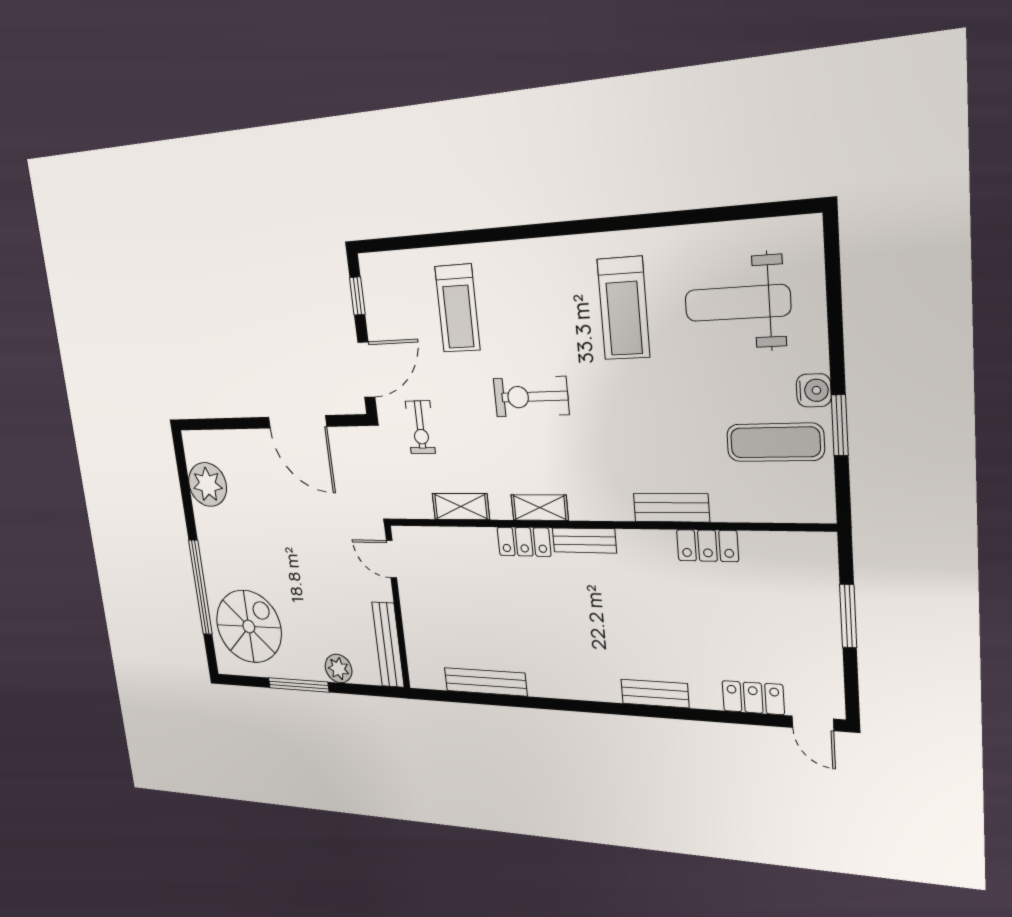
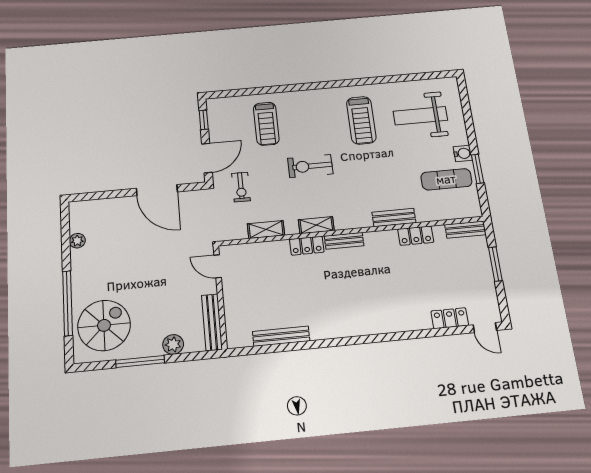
plant: (208, 485) -> (77, 241), width x0.53, depth x0.53
bench: (655, 693) -> (465, 230), moved

